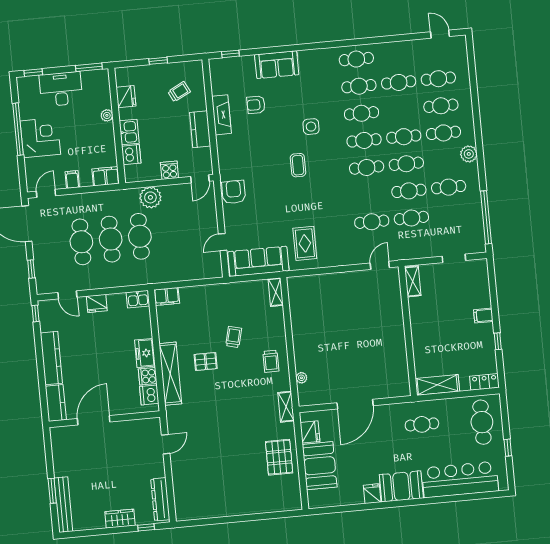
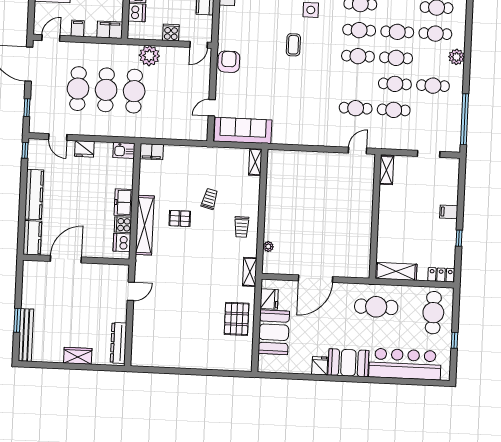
rug: (305, 243) -> (289, 120), removed
cafe table: (422, 424) -> (376, 307), width x1.37, depth x1.35
window: (146, 527) -> (101, 368), removed

